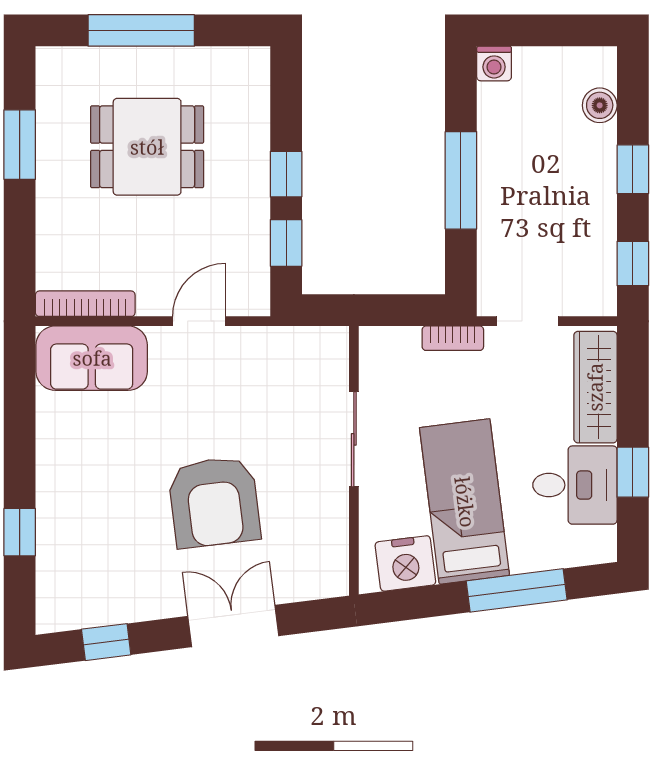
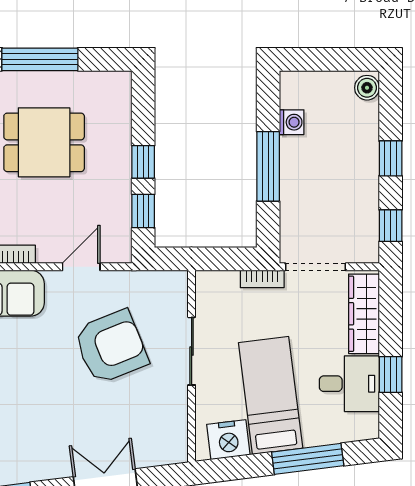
washing machine: (494, 63) -> (292, 122), moved, turned -90
boiler: (600, 105) -> (367, 88), moved
doorway: (528, 321) -> (315, 267), width x1.38
armchair: (214, 502) -> (111, 347), moved, turned -105

